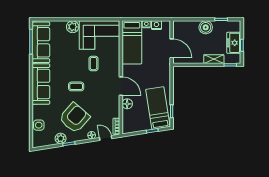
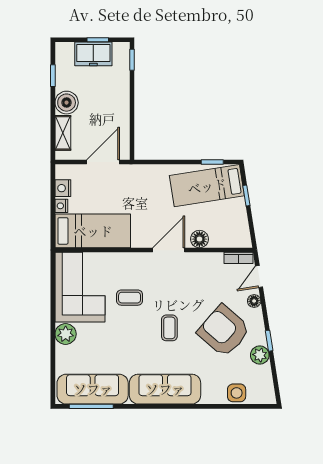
shelving: (214, 59) -> (63, 133), moved

